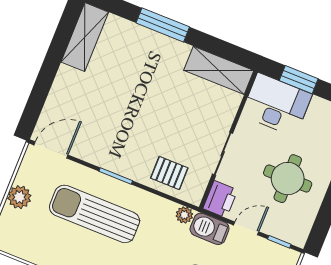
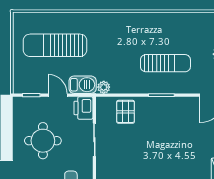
pallet: (169, 173) -> (126, 112), turned 90
sun lounger: (95, 214) -> (165, 63), width x0.73, depth x0.75
door: (246, 228) -> (58, 95), swing flipped

